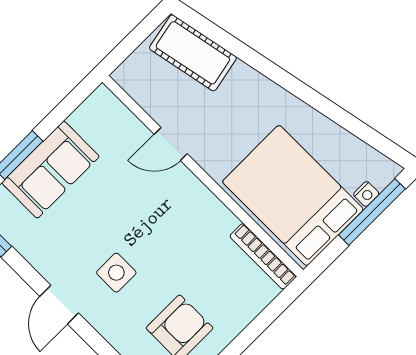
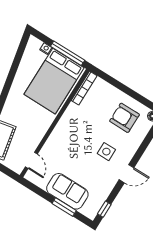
door: (171, 144) -> (31, 160), moved
window: (372, 212) -> (68, 53), moved

